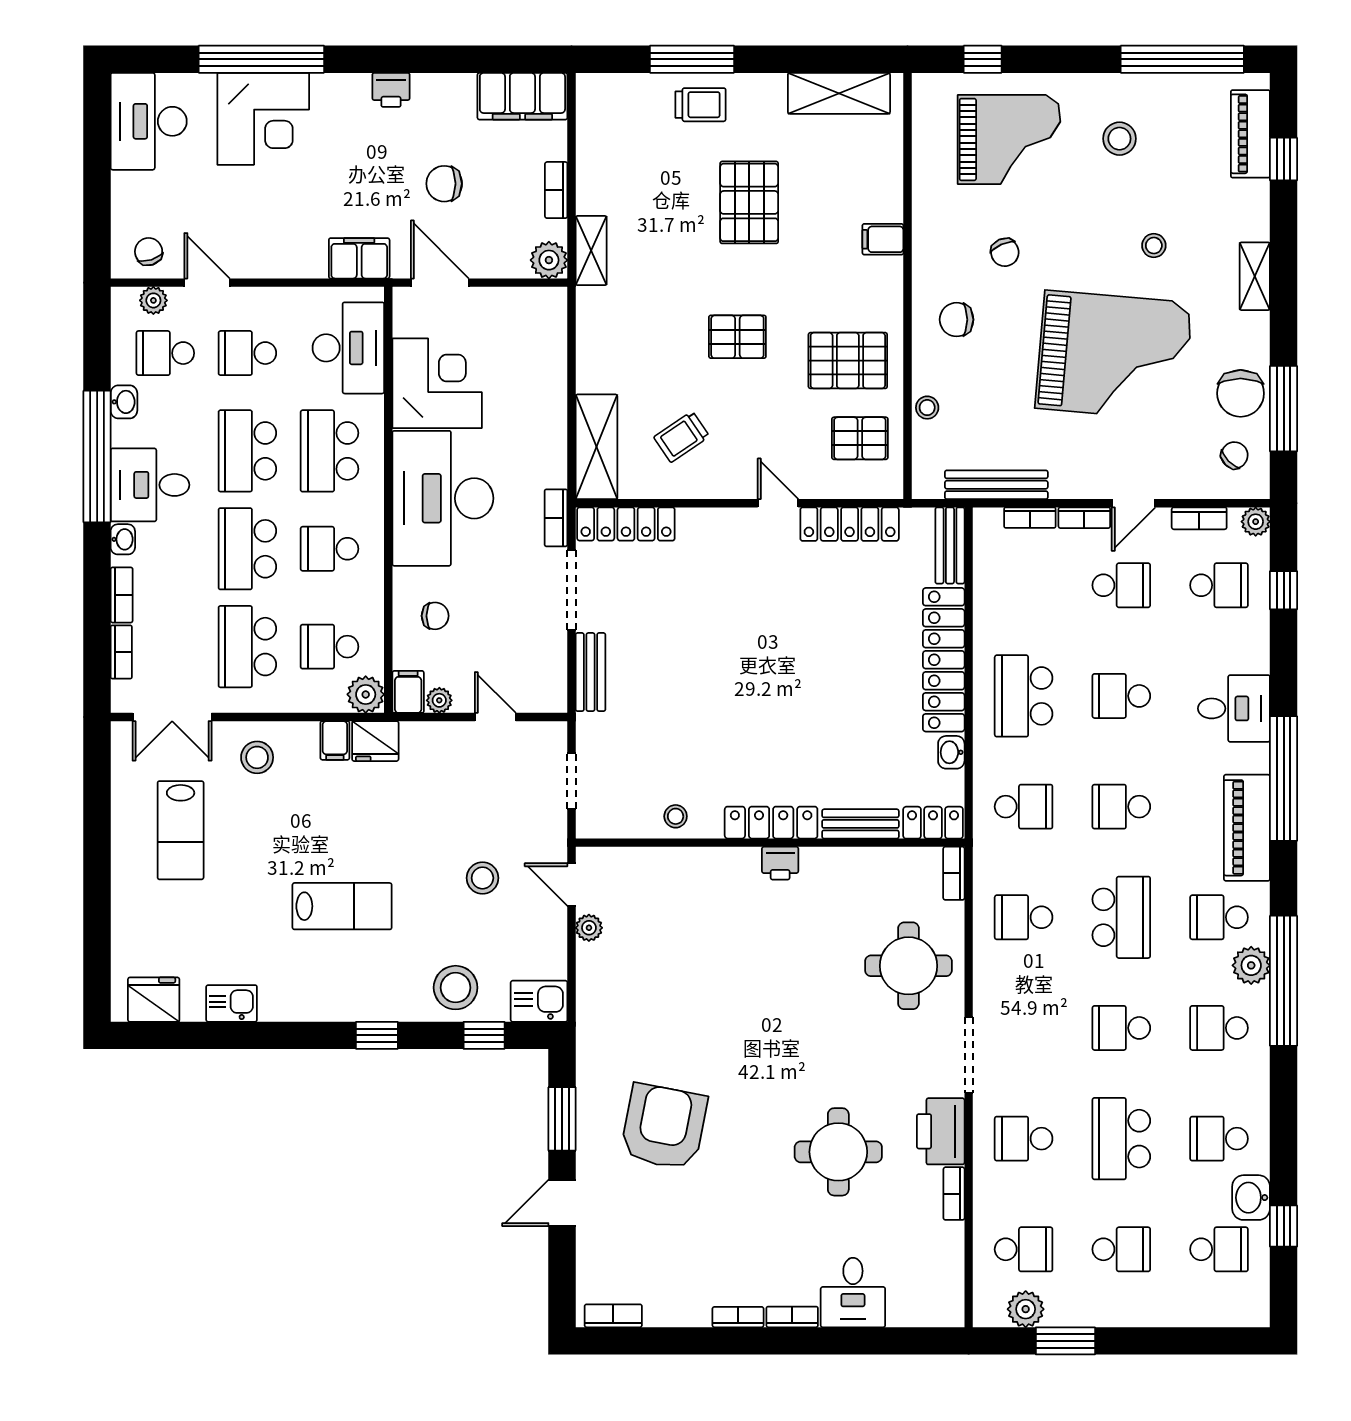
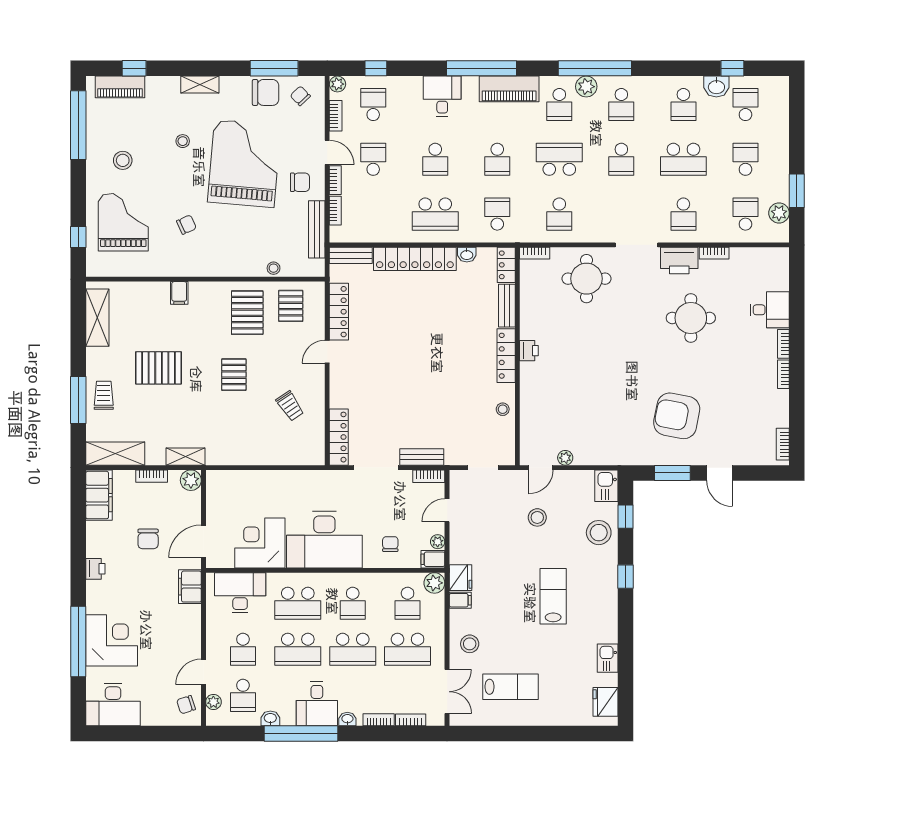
chair: (957, 320) -> (300, 182), moved, turned -90
shelving: (597, 447) -> (115, 454), moved
bookcase: (556, 518) -> (429, 476), moved

